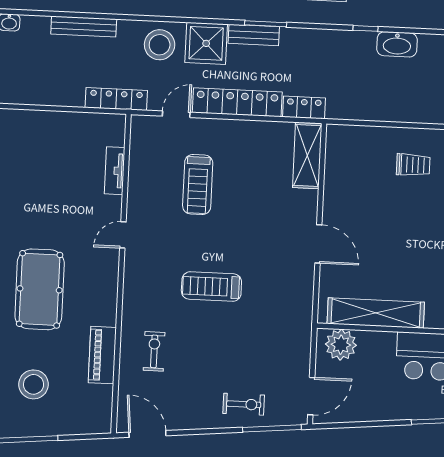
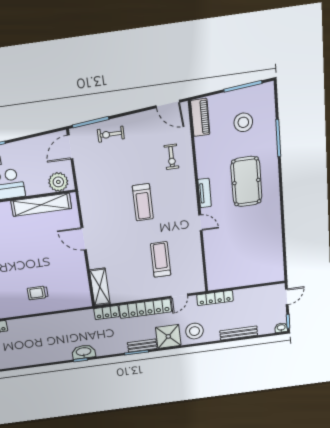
washbasin: (397, 44) -> (84, 352), moved
tv unit: (115, 171) -> (205, 193), moved
door: (123, 235) -> (200, 223), hinge flipped
treadmill: (211, 287) -> (143, 202), turned 90
piano: (102, 355) -> (200, 117), moved

